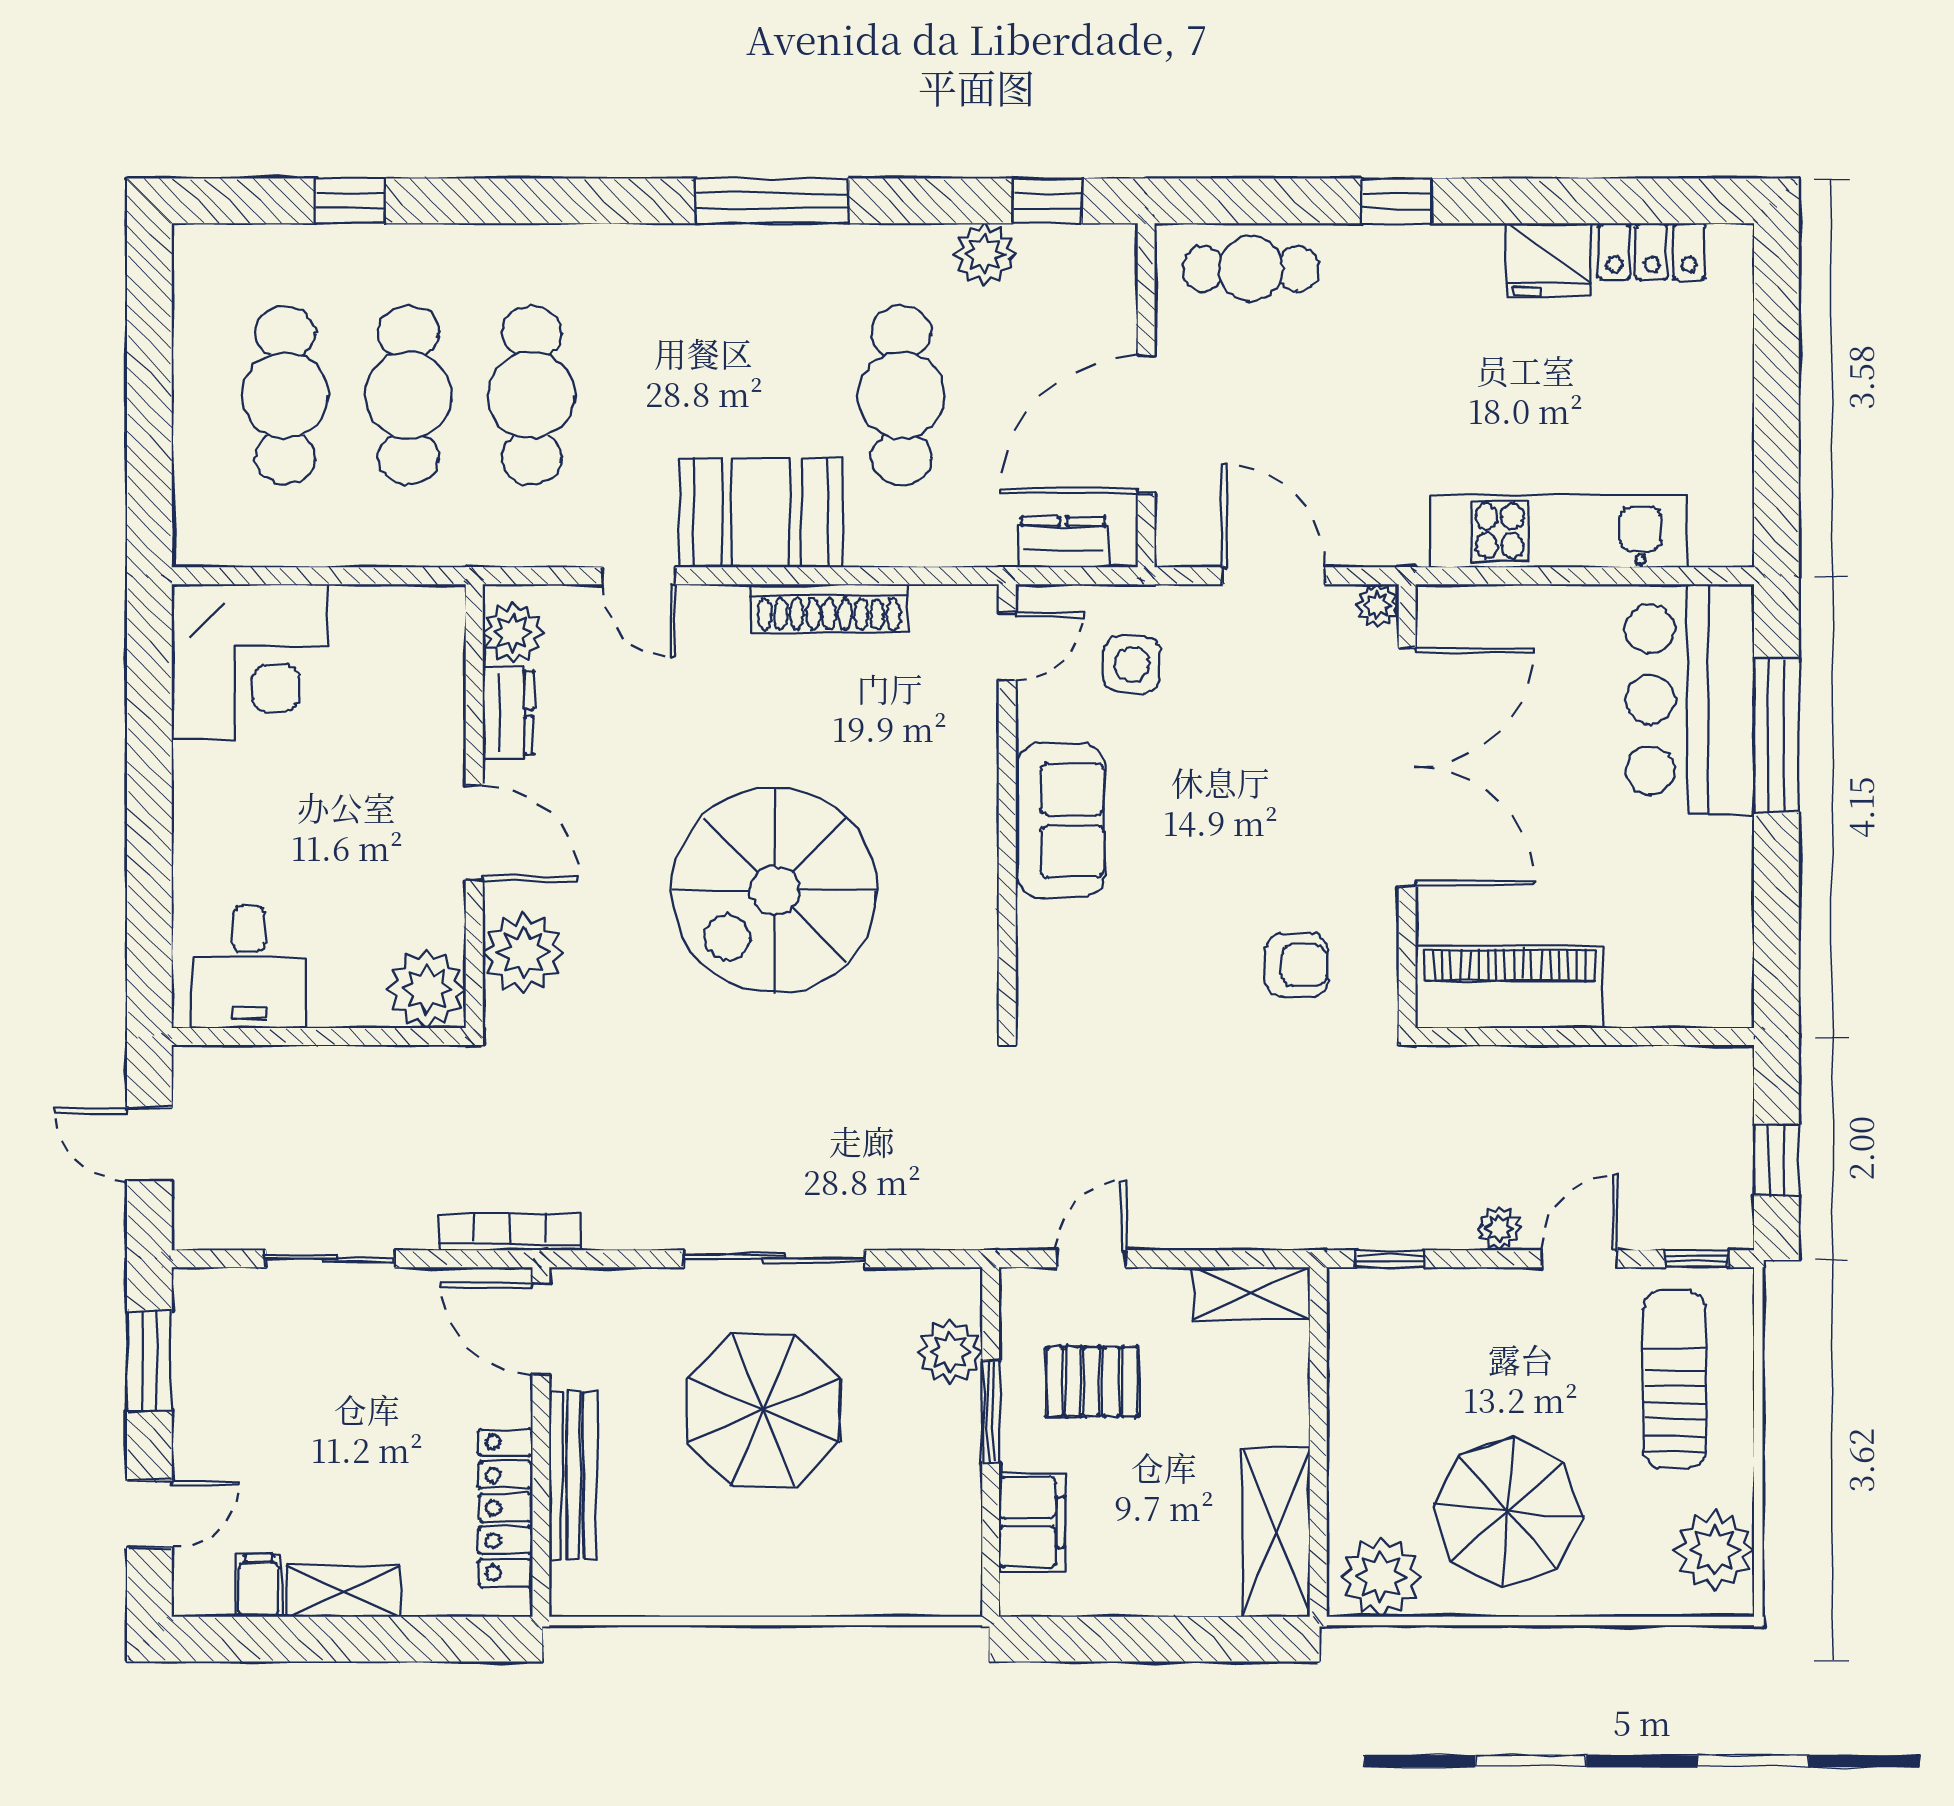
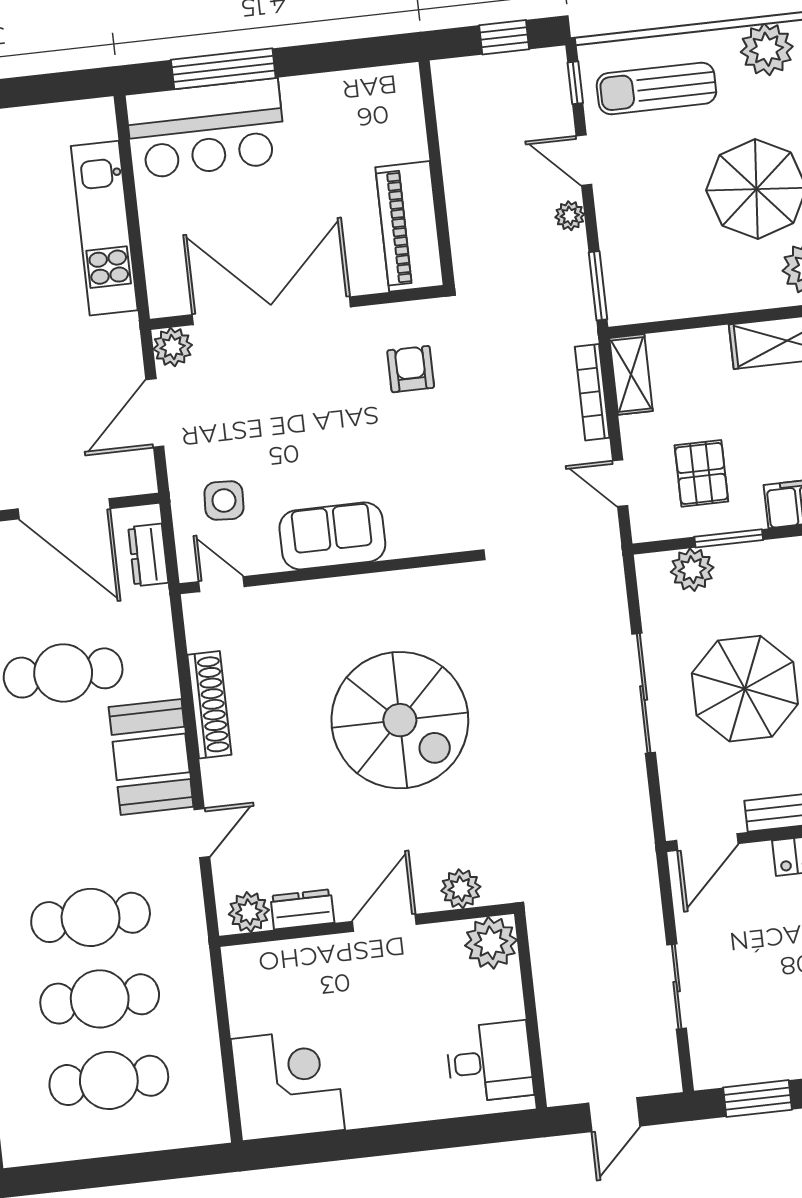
plant: (1377, 605) -> (173, 347), width x1.38, depth x1.38
plant: (523, 953) -> (461, 889), width x0.73, depth x0.73
bookcase: (509, 1232) -> (592, 392), moved
window: (1390, 1259) -> (598, 286), width x1.50

